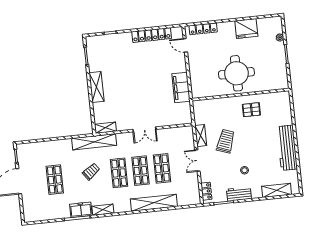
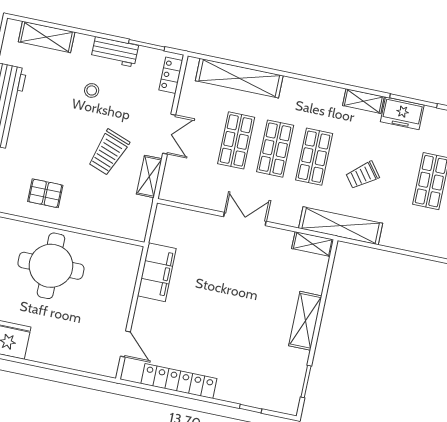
locker: (203, 29) -> (85, 363), removed
shelving: (154, 203) -> (239, 78), moved

